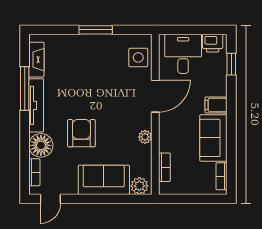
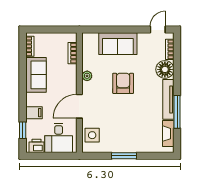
filing cabinet: (216, 105) -> (34, 113), moved
armchair: (81, 133) -> (123, 83), moved, turned 180
plant: (139, 186) -> (91, 39), removed

